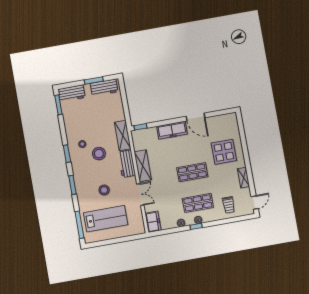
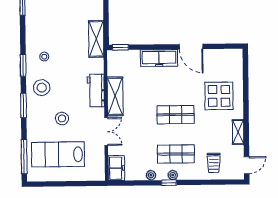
shelving: (123, 136) -> (96, 39), moved
stool: (99, 154) -> (42, 88), moved
lab bench: (106, 219) -> (58, 154), turned 180

